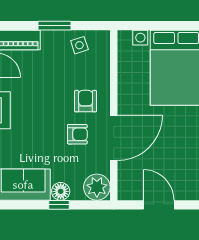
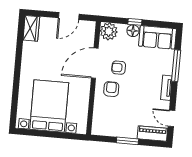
side table: (79, 45) -> (112, 126), removed
armchair: (86, 101) -> (111, 89), turned 180
door: (159, 205) -> (69, 16), hinge flipped

